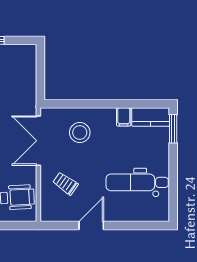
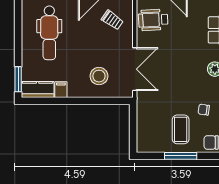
dental chair: (137, 182) -> (49, 33), turned 90
trolley: (65, 184) -> (112, 20), moved

